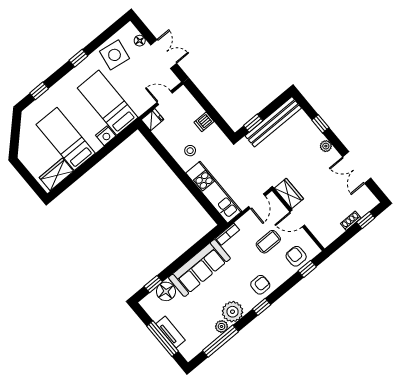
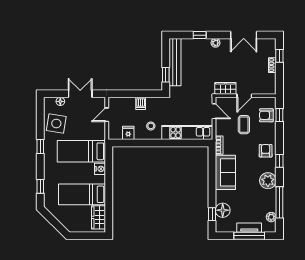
fridge: (153, 120) -> (128, 133), moved
sofa: (199, 268) -> (225, 172), width x0.73
plant: (222, 326) -> (271, 217), moved

